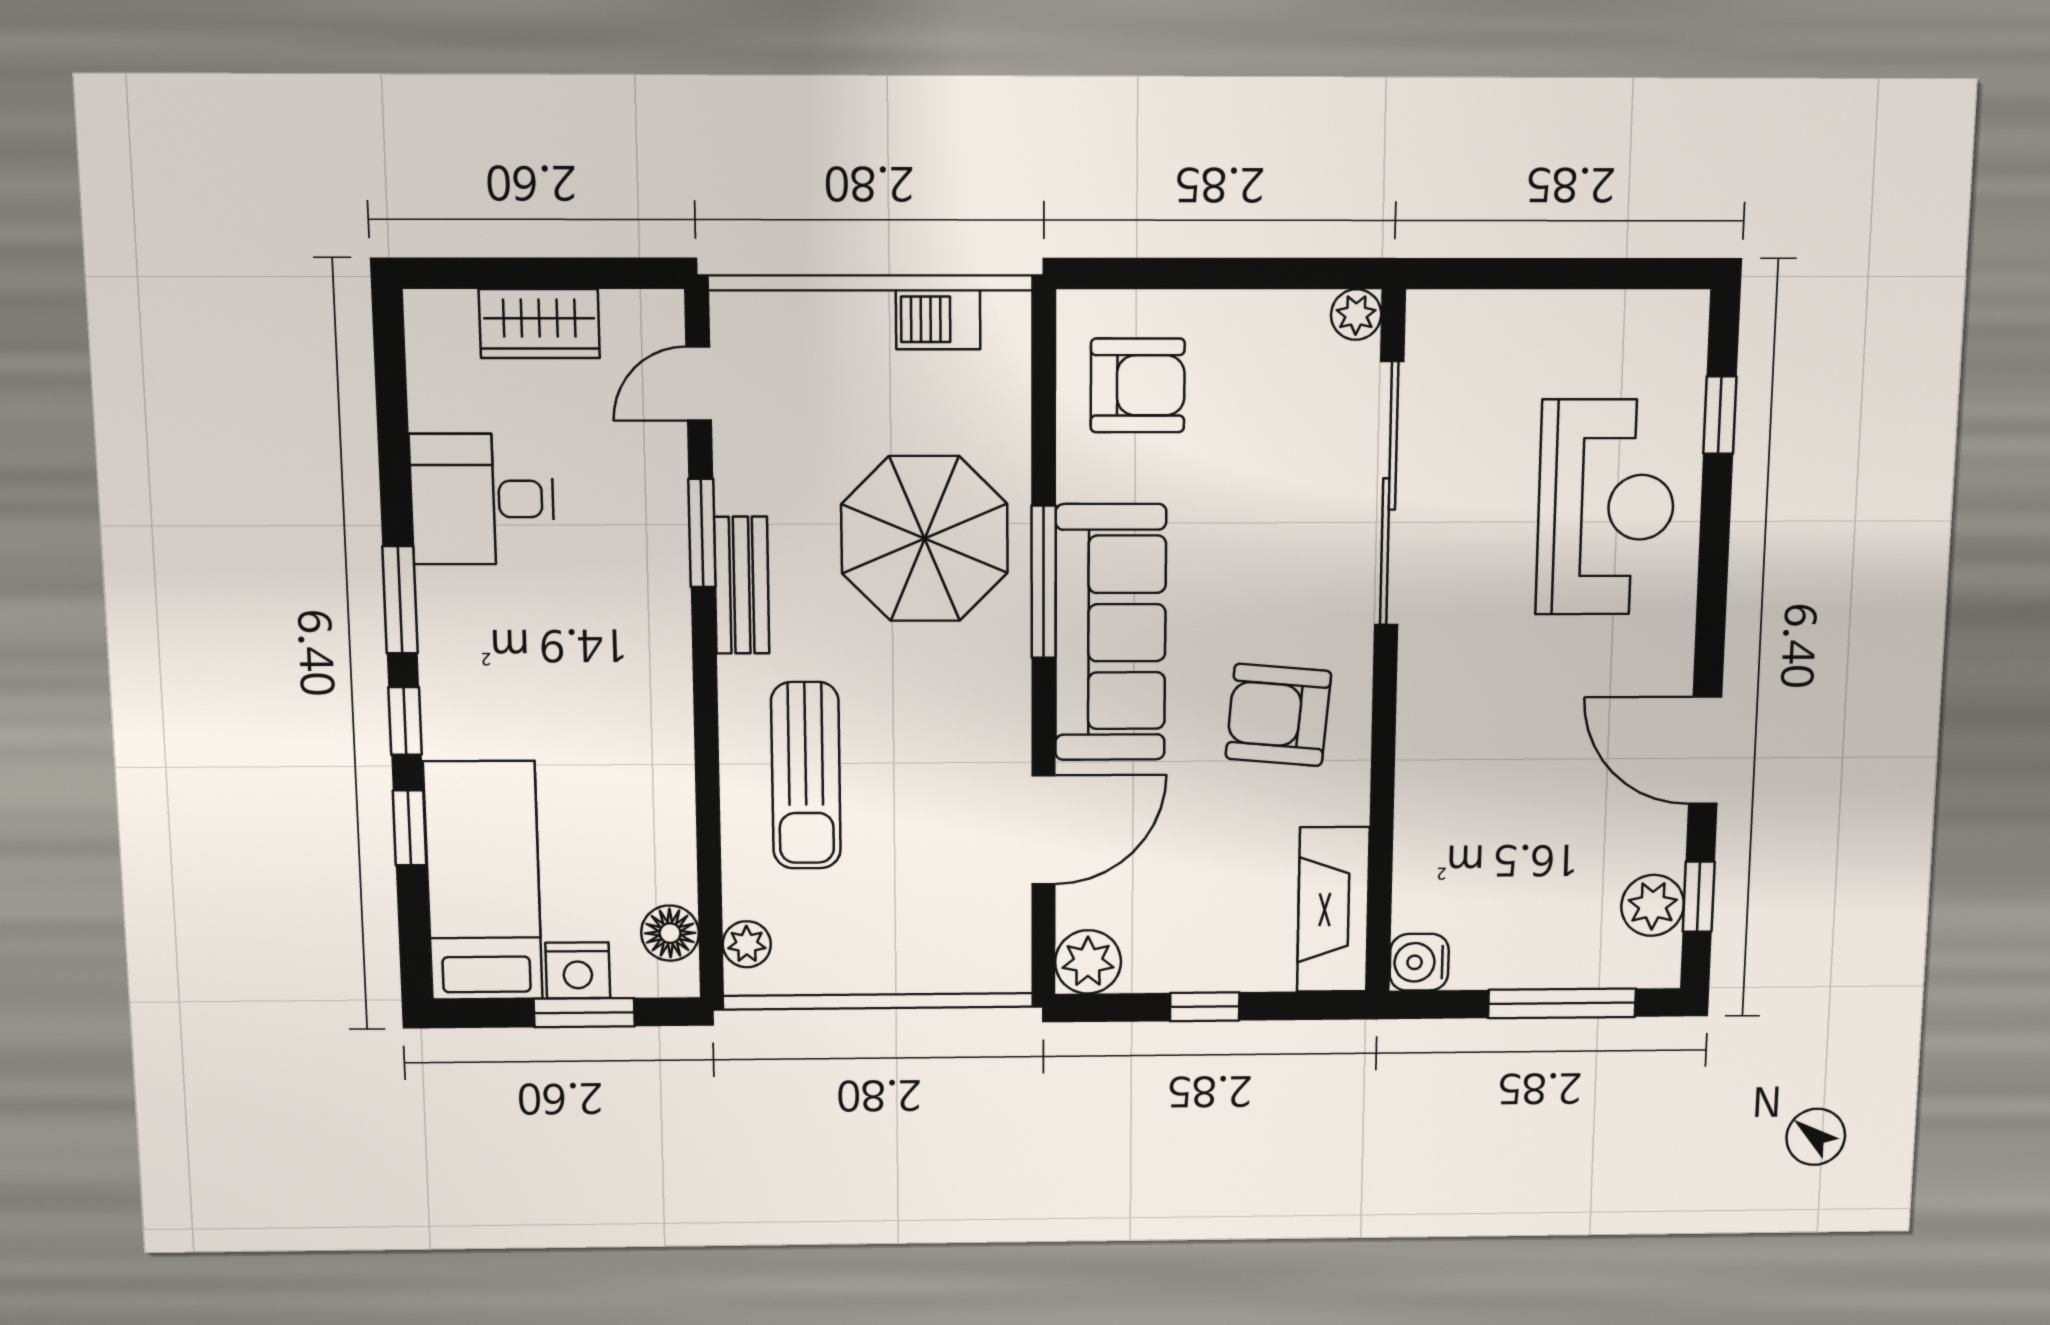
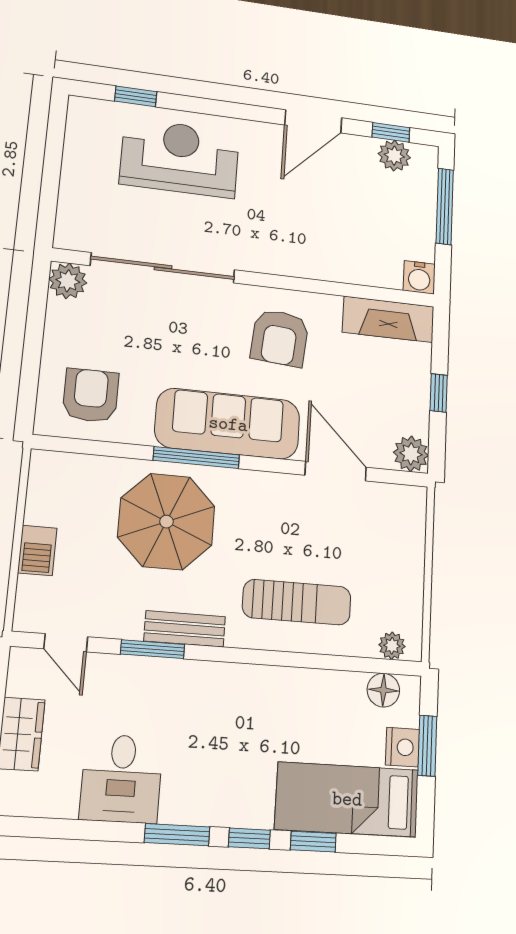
plant: (1356, 315) -> (68, 281), width x1.38, depth x1.38
barbecue: (938, 319) -> (37, 550), moved

